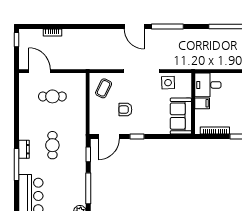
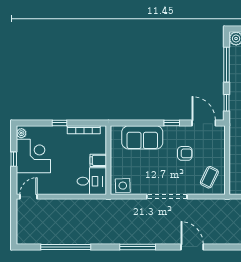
door: (134, 27) -> (192, 247), moved
side table: (168, 83) -> (123, 186), moved
sofa: (181, 116) -> (142, 137), moved, turned 90
door: (109, 137) -> (204, 123), hinge flipped

